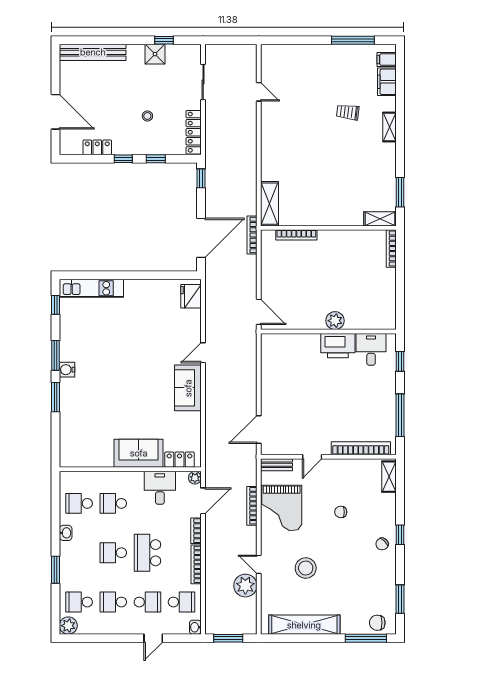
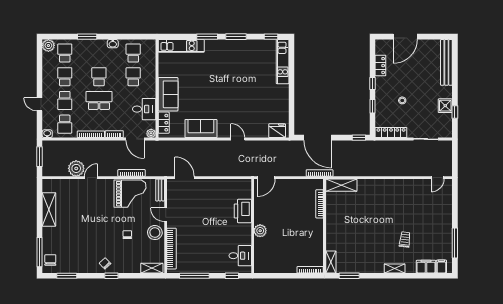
door: (259, 92) -> (437, 178), moved
printer: (338, 346) -> (243, 211), moved
water cooler: (67, 370) -> (226, 45), removed
sofa: (188, 388) -> (201, 129), moved
kitchen unit: (69, 434) -> (181, 46), added
grand piano: (282, 508) -> (130, 194), turned 180
stool: (306, 568) -> (155, 233), moved
shelving: (304, 625) -> (49, 209), width x0.68

